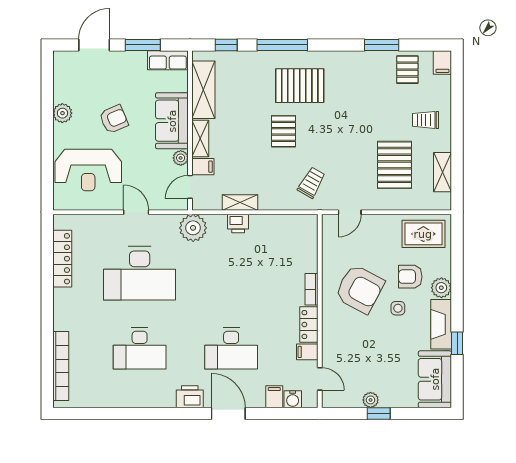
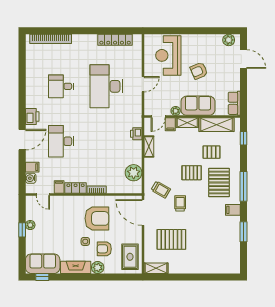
window: (143, 45) -> (243, 88), removed
window: (282, 45) -> (243, 186), moved
filing cabinet: (442, 62) -> (233, 210), moved
pallet: (407, 70) -> (211, 152), moved
plant: (62, 113) -> (229, 40), moved
armchair: (114, 119) -> (199, 71), turned 90
trolley: (426, 120) -> (180, 203), moved
shelving: (443, 172) -> (156, 268), moved
door: (190, 187) -> (158, 117), swing flipped
door: (350, 212) -> (143, 212), width x1.87
printer: (238, 224) -> (136, 134), moved
plant: (193, 228) -> (134, 173), moved
armchair: (410, 277) -> (104, 249), turned -90
armchair: (360, 289) -> (97, 218), turned -118
window: (457, 343) -> (42, 277), moved
desk: (140, 349) -> (61, 86), width x0.73
door: (320, 379) -> (43, 195), hinge flipped

